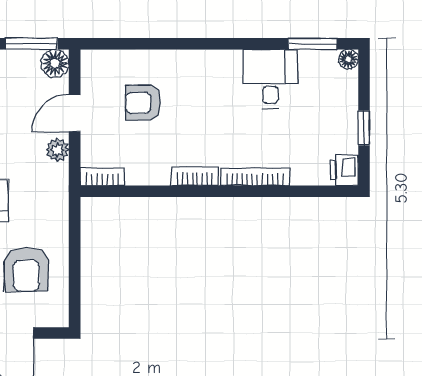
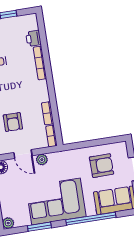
printer: (344, 170) -> (34, 38), moved, turned 90
bookcase: (195, 176) -> (48, 113), moved

